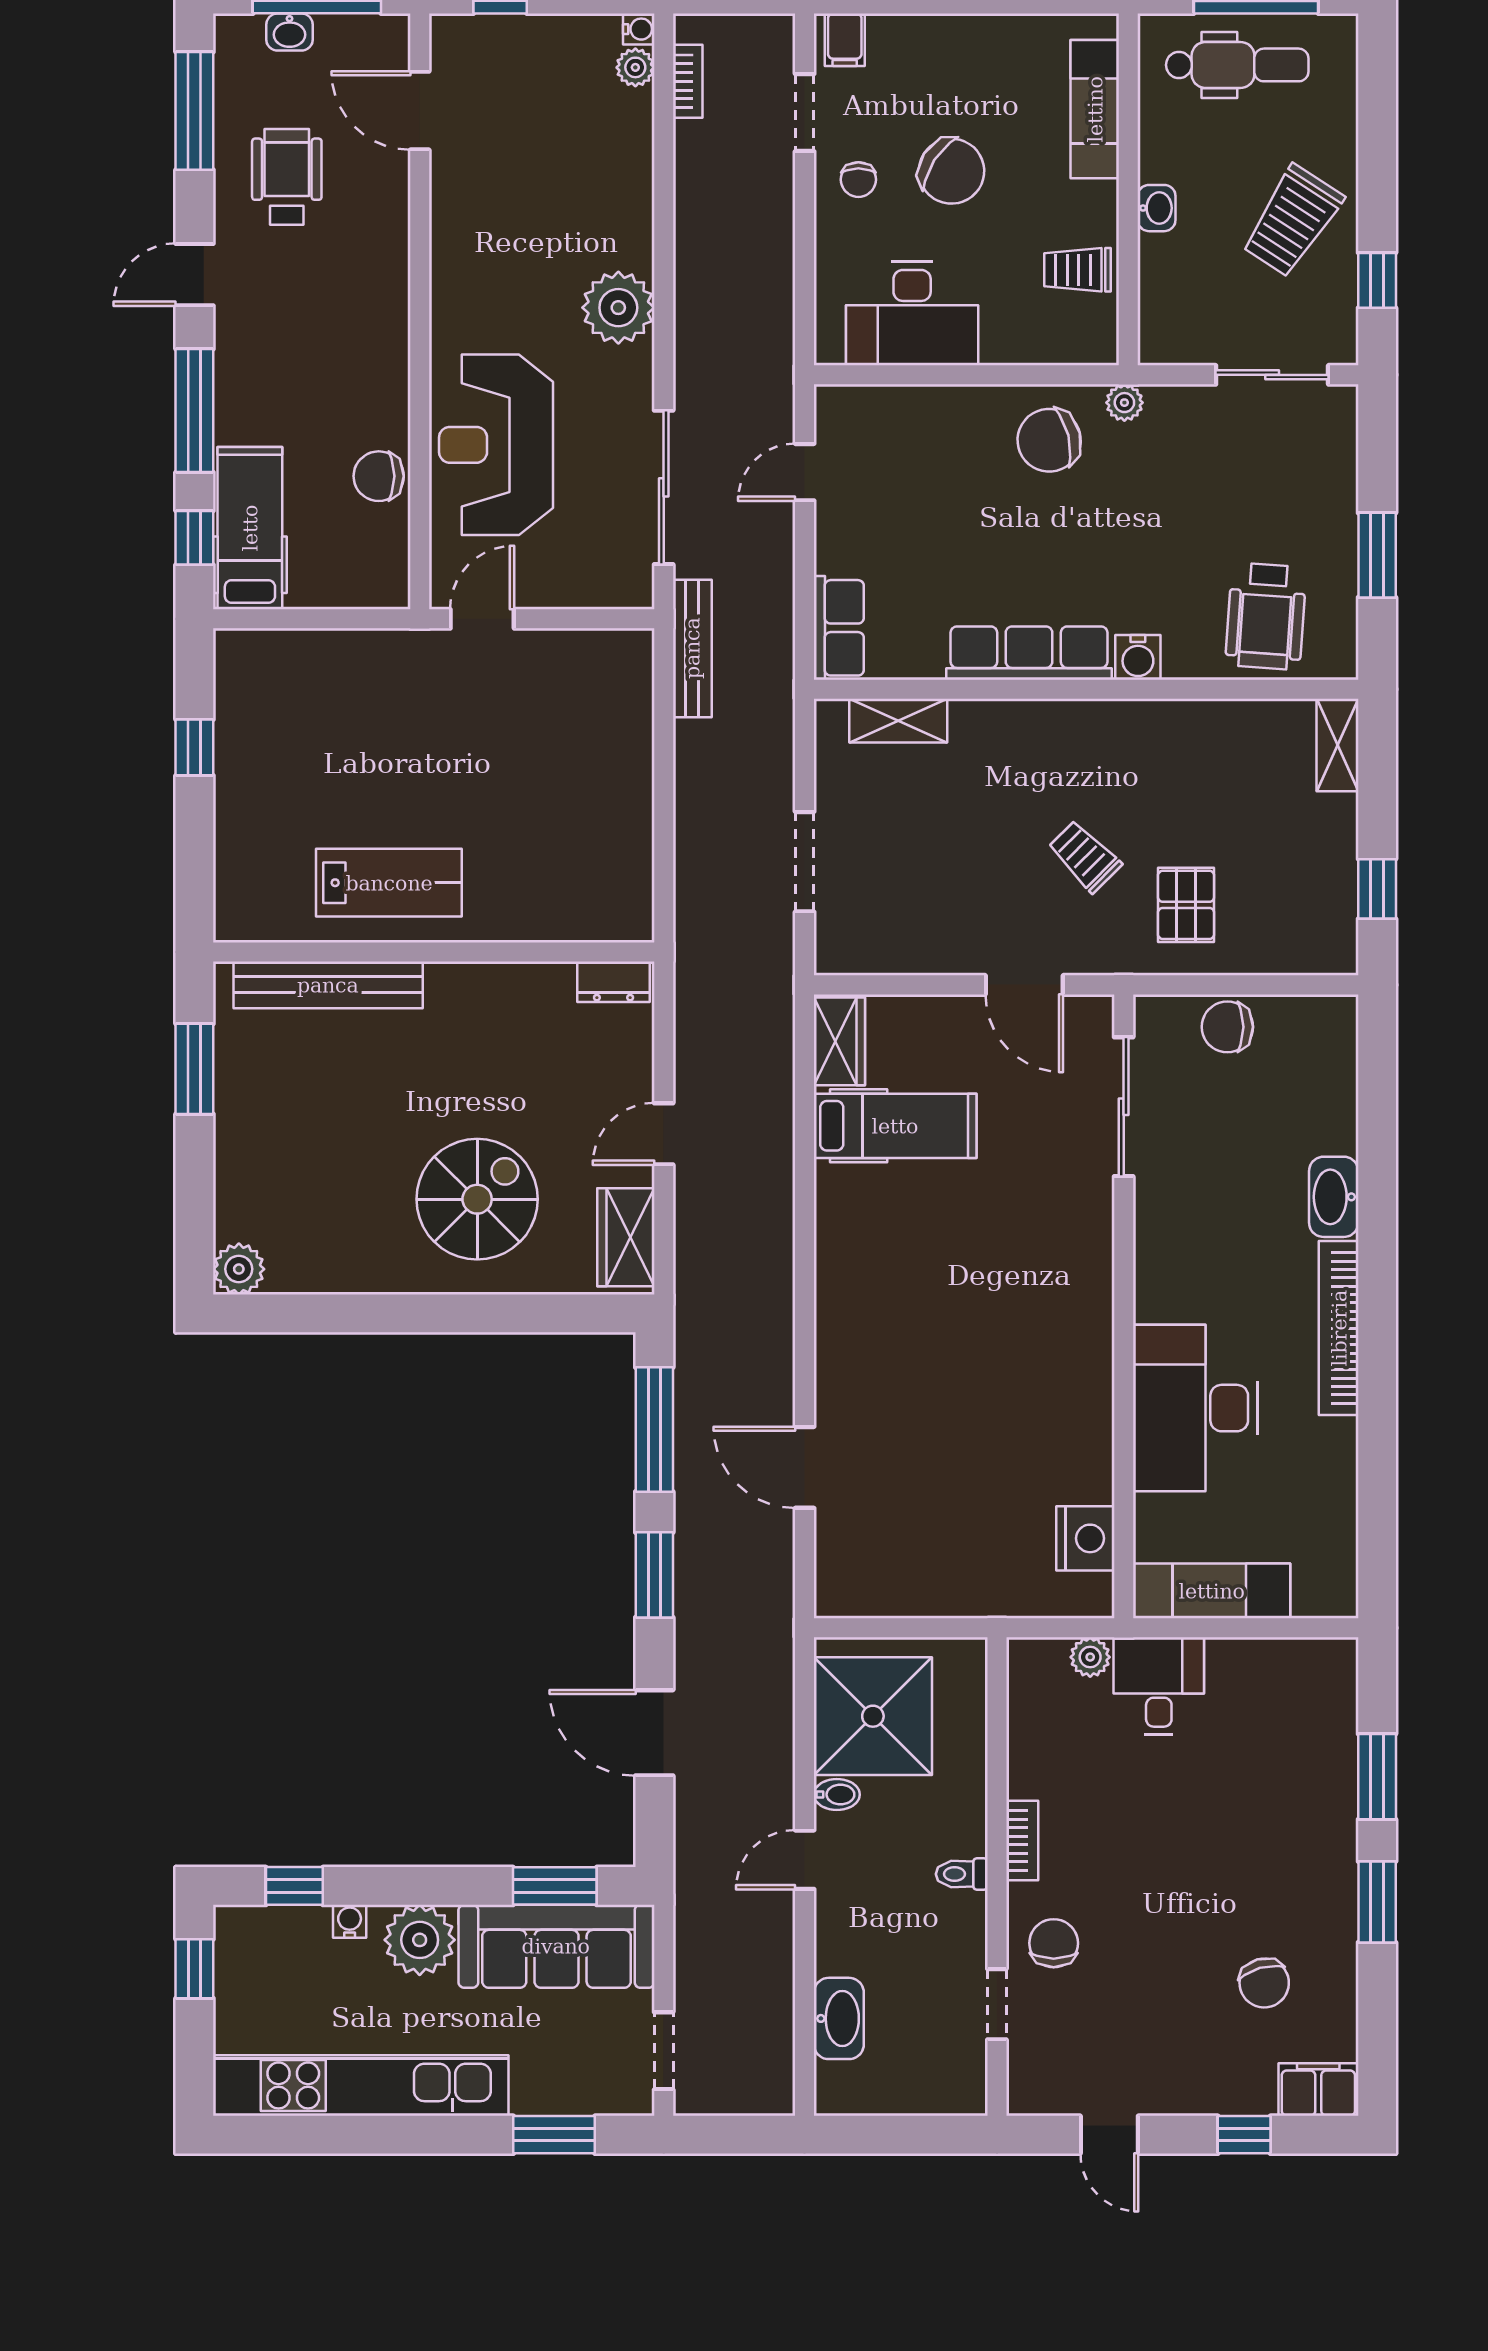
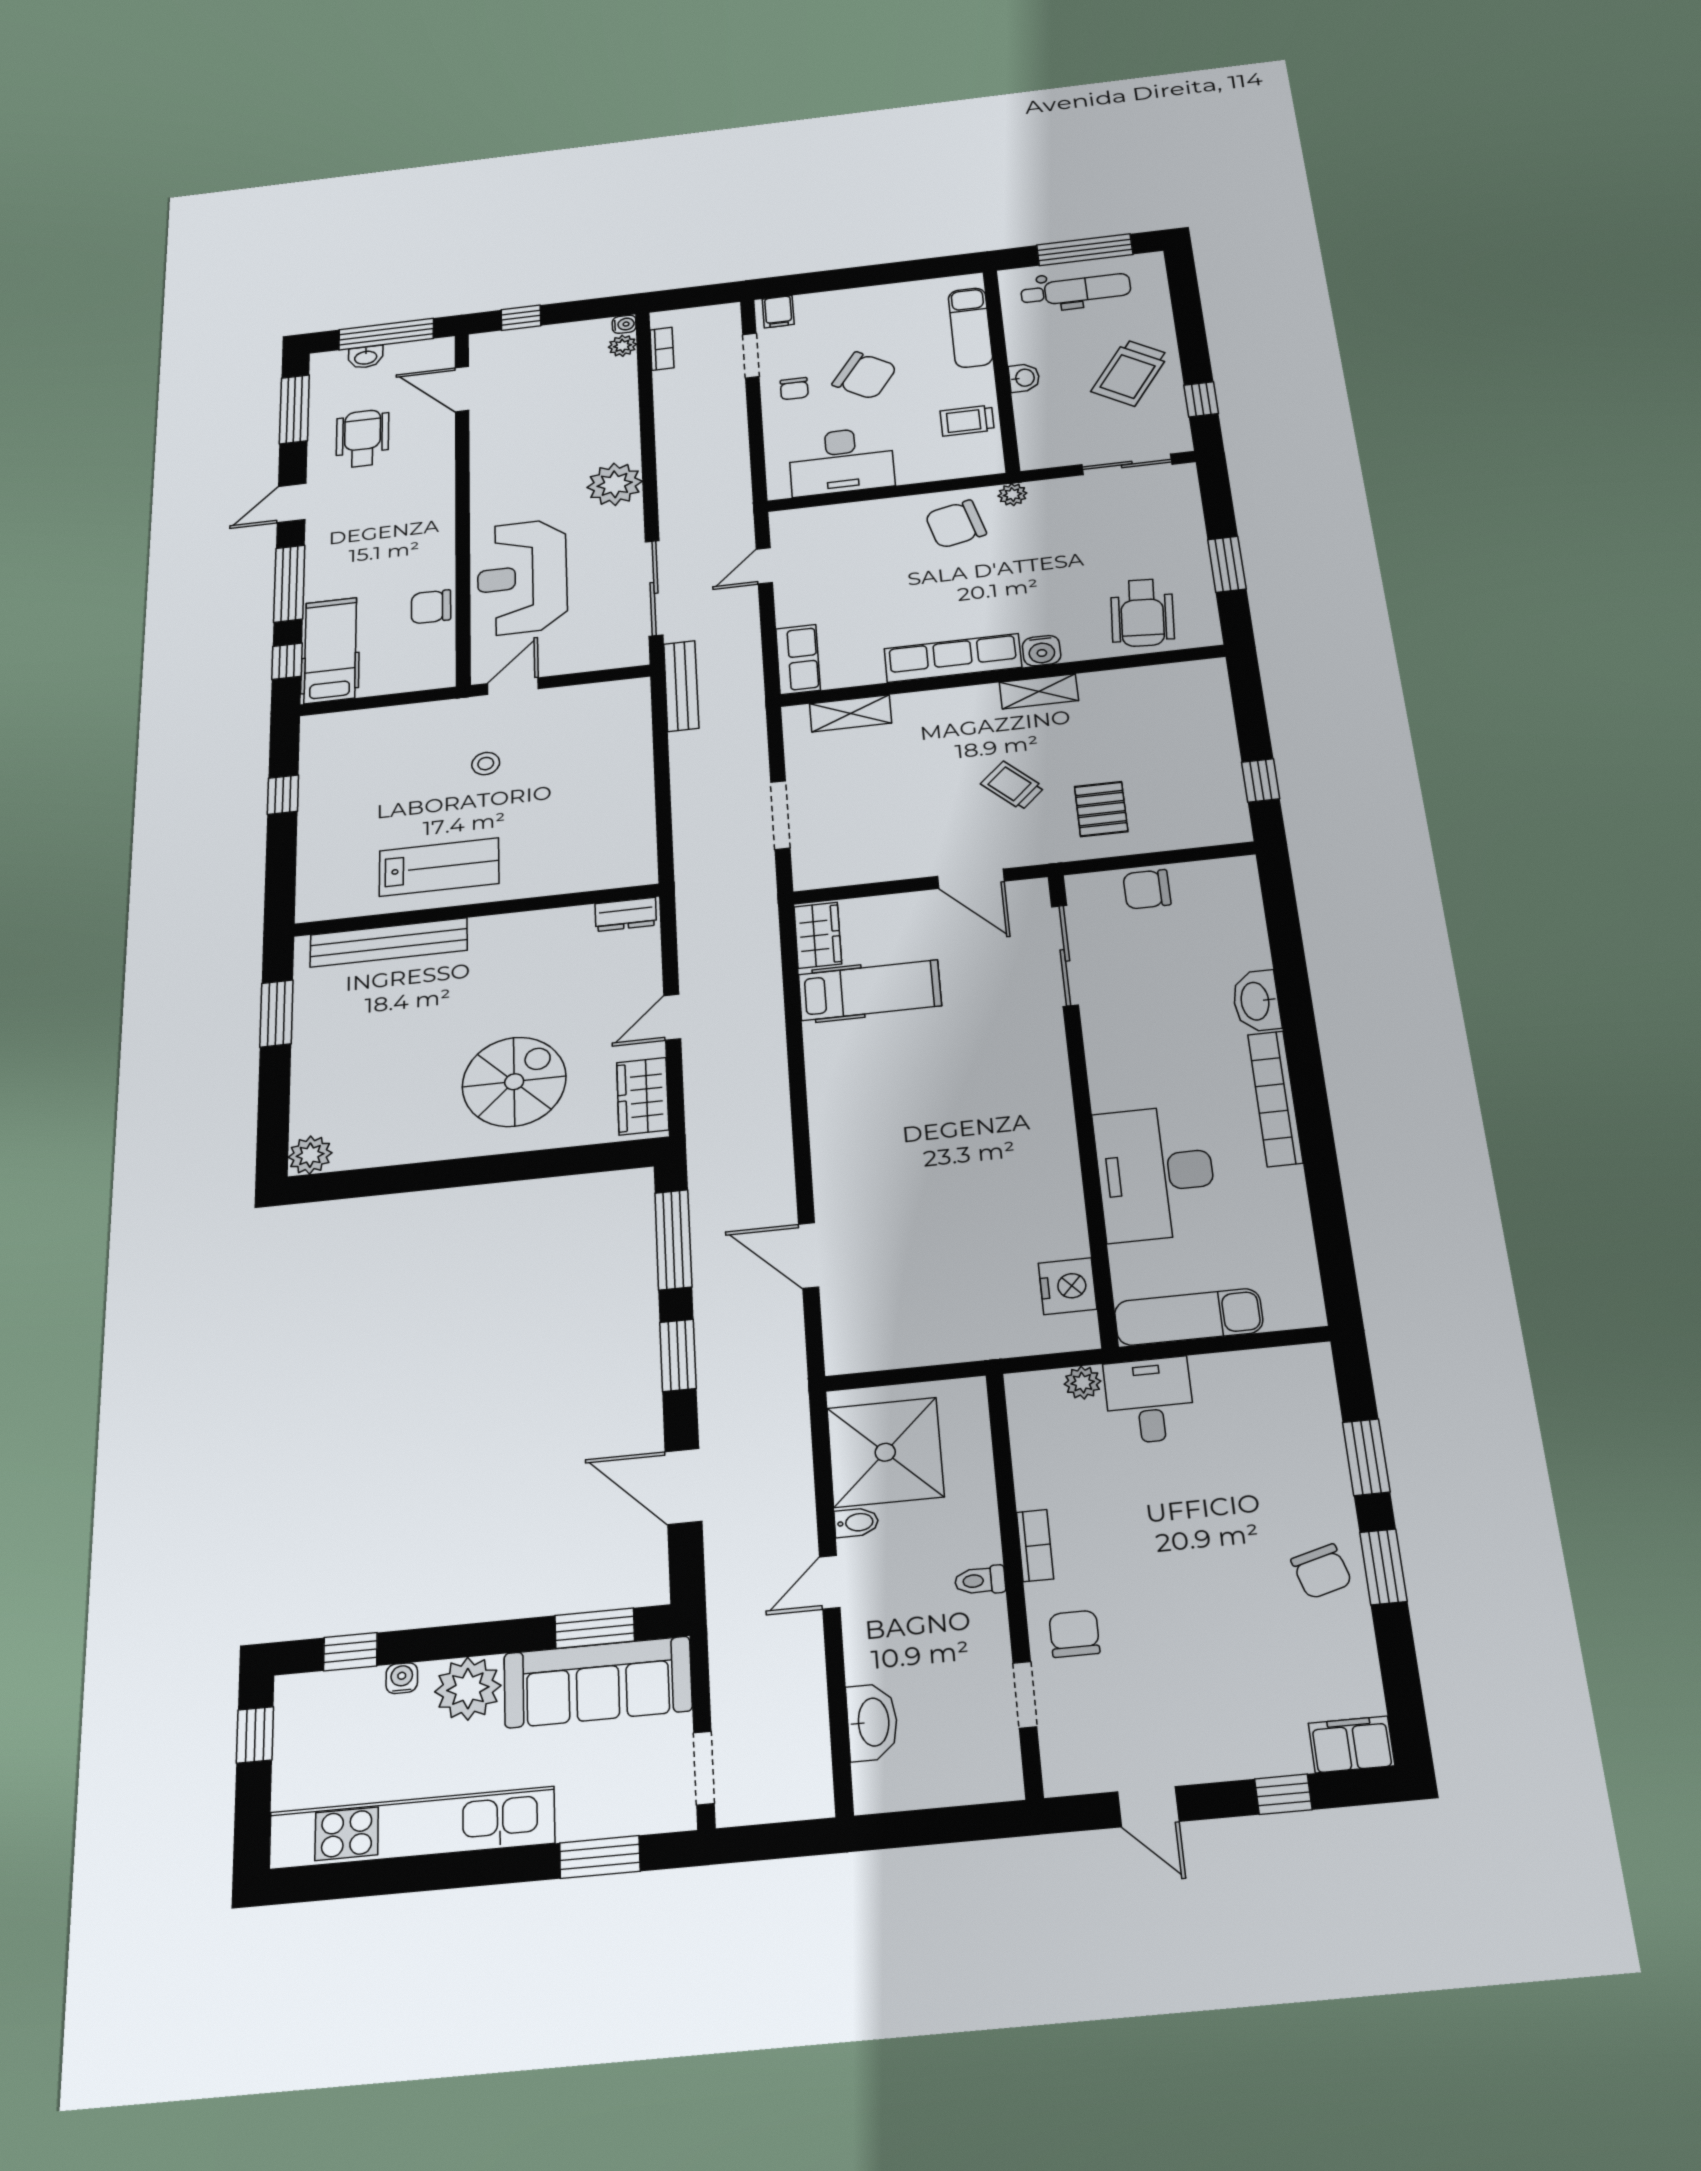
stool: (447, 735) -> (486, 764), added
shelving: (1337, 745) -> (1039, 691), moved, turned 90
chair: (1264, 1983) -> (1321, 1571), moved

